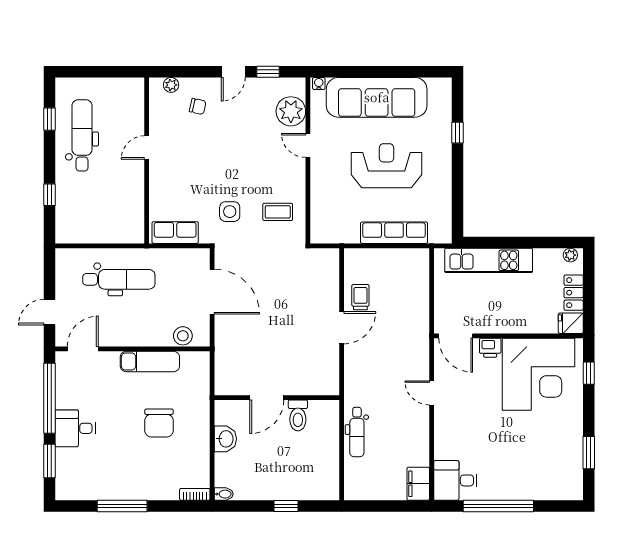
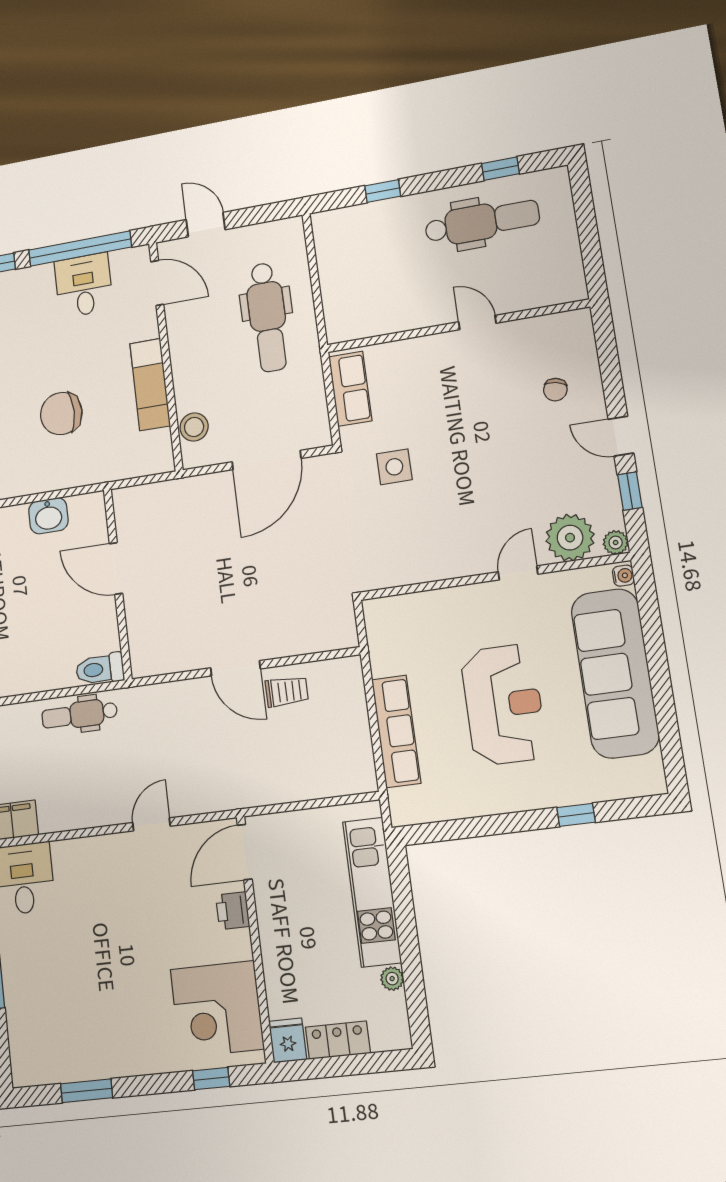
plant: (171, 85) -> (616, 543), moved
coffee table: (278, 212) -> (404, 541), removed
plant: (570, 255) -> (392, 979), moved
corner desk: (538, 374) -> (217, 1009), width x0.74, depth x0.74
toilet: (298, 415) -> (100, 669), moved
desk: (75, 428) -> (84, 285), moved

